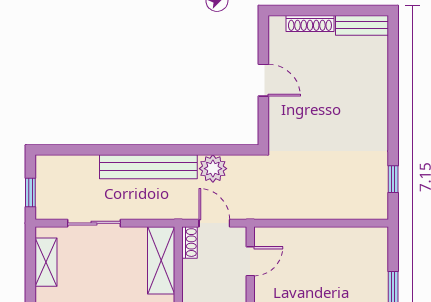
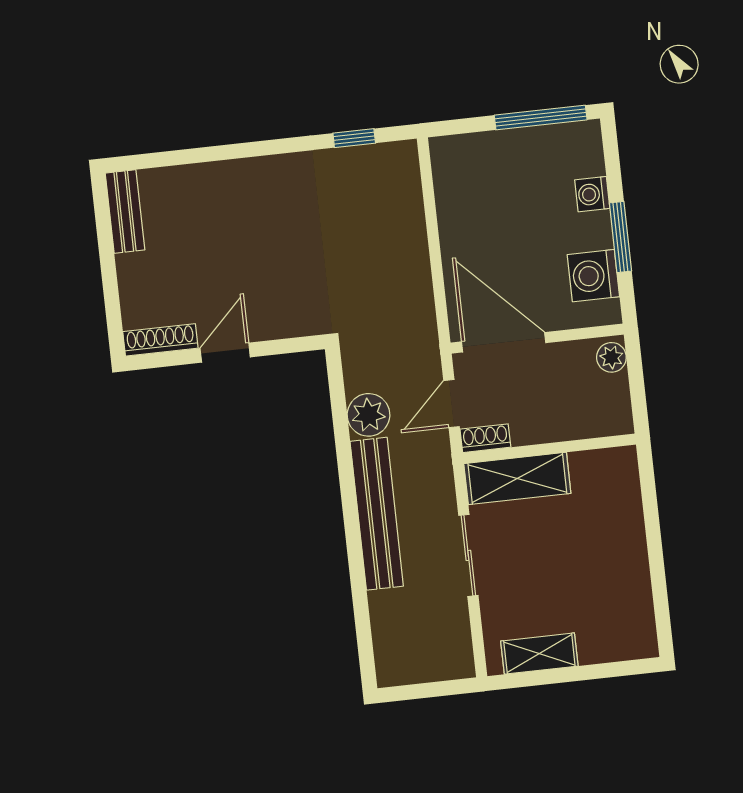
shoe rack: (310, 23) -> (160, 340), moved, turned -90
window: (30, 193) -> (436, 689), removed
sliding door: (94, 223) -> (468, 555), moved
door: (250, 261) -> (504, 342), width x1.88

